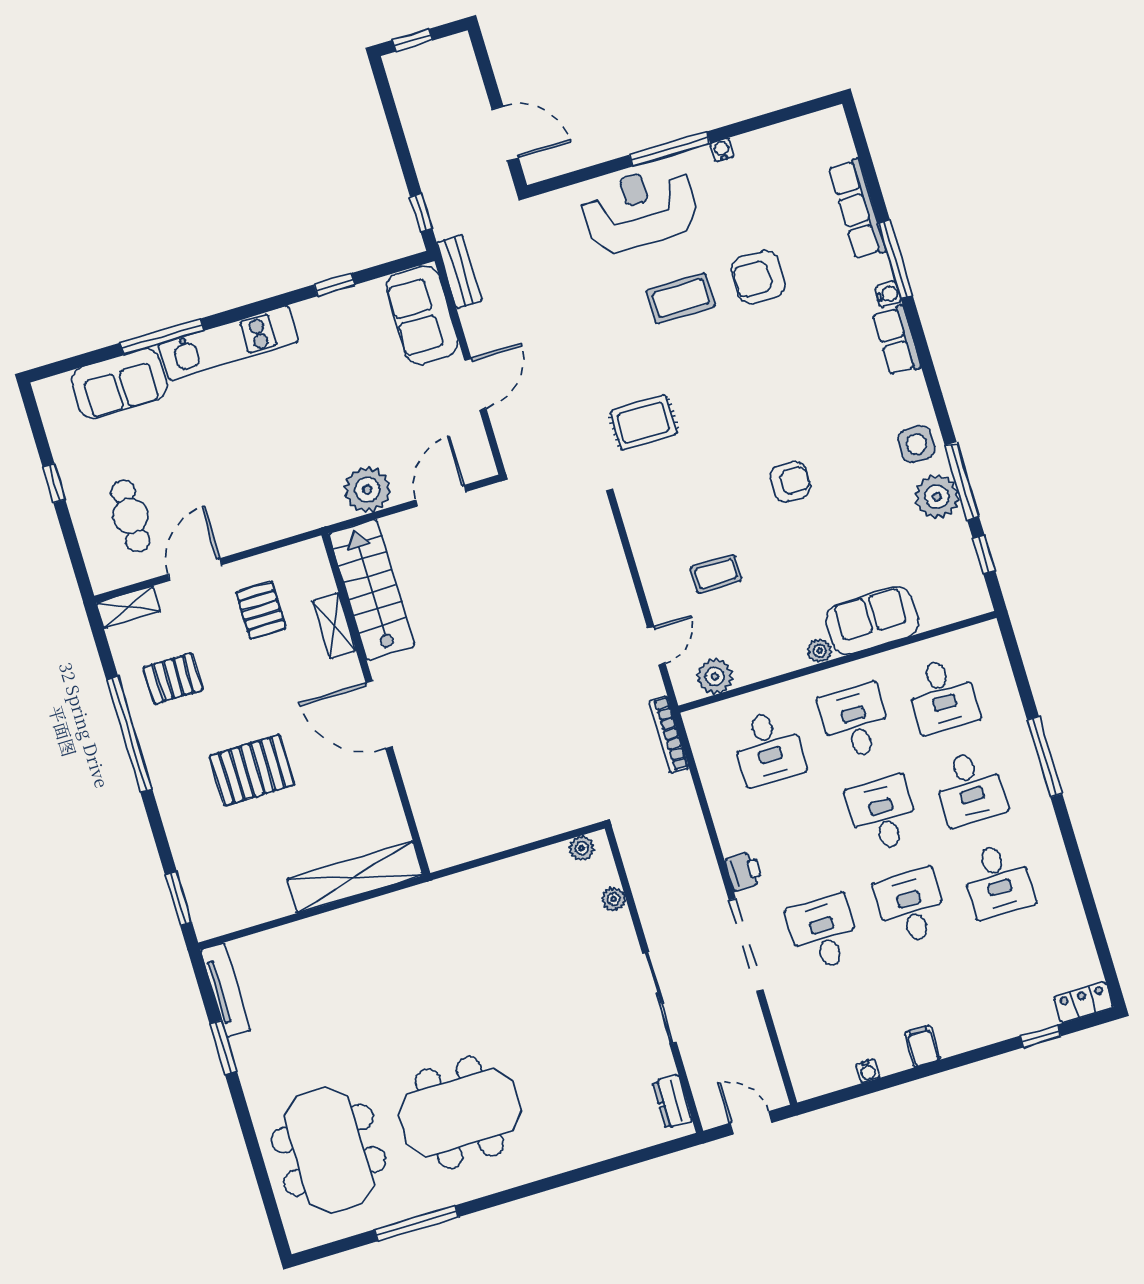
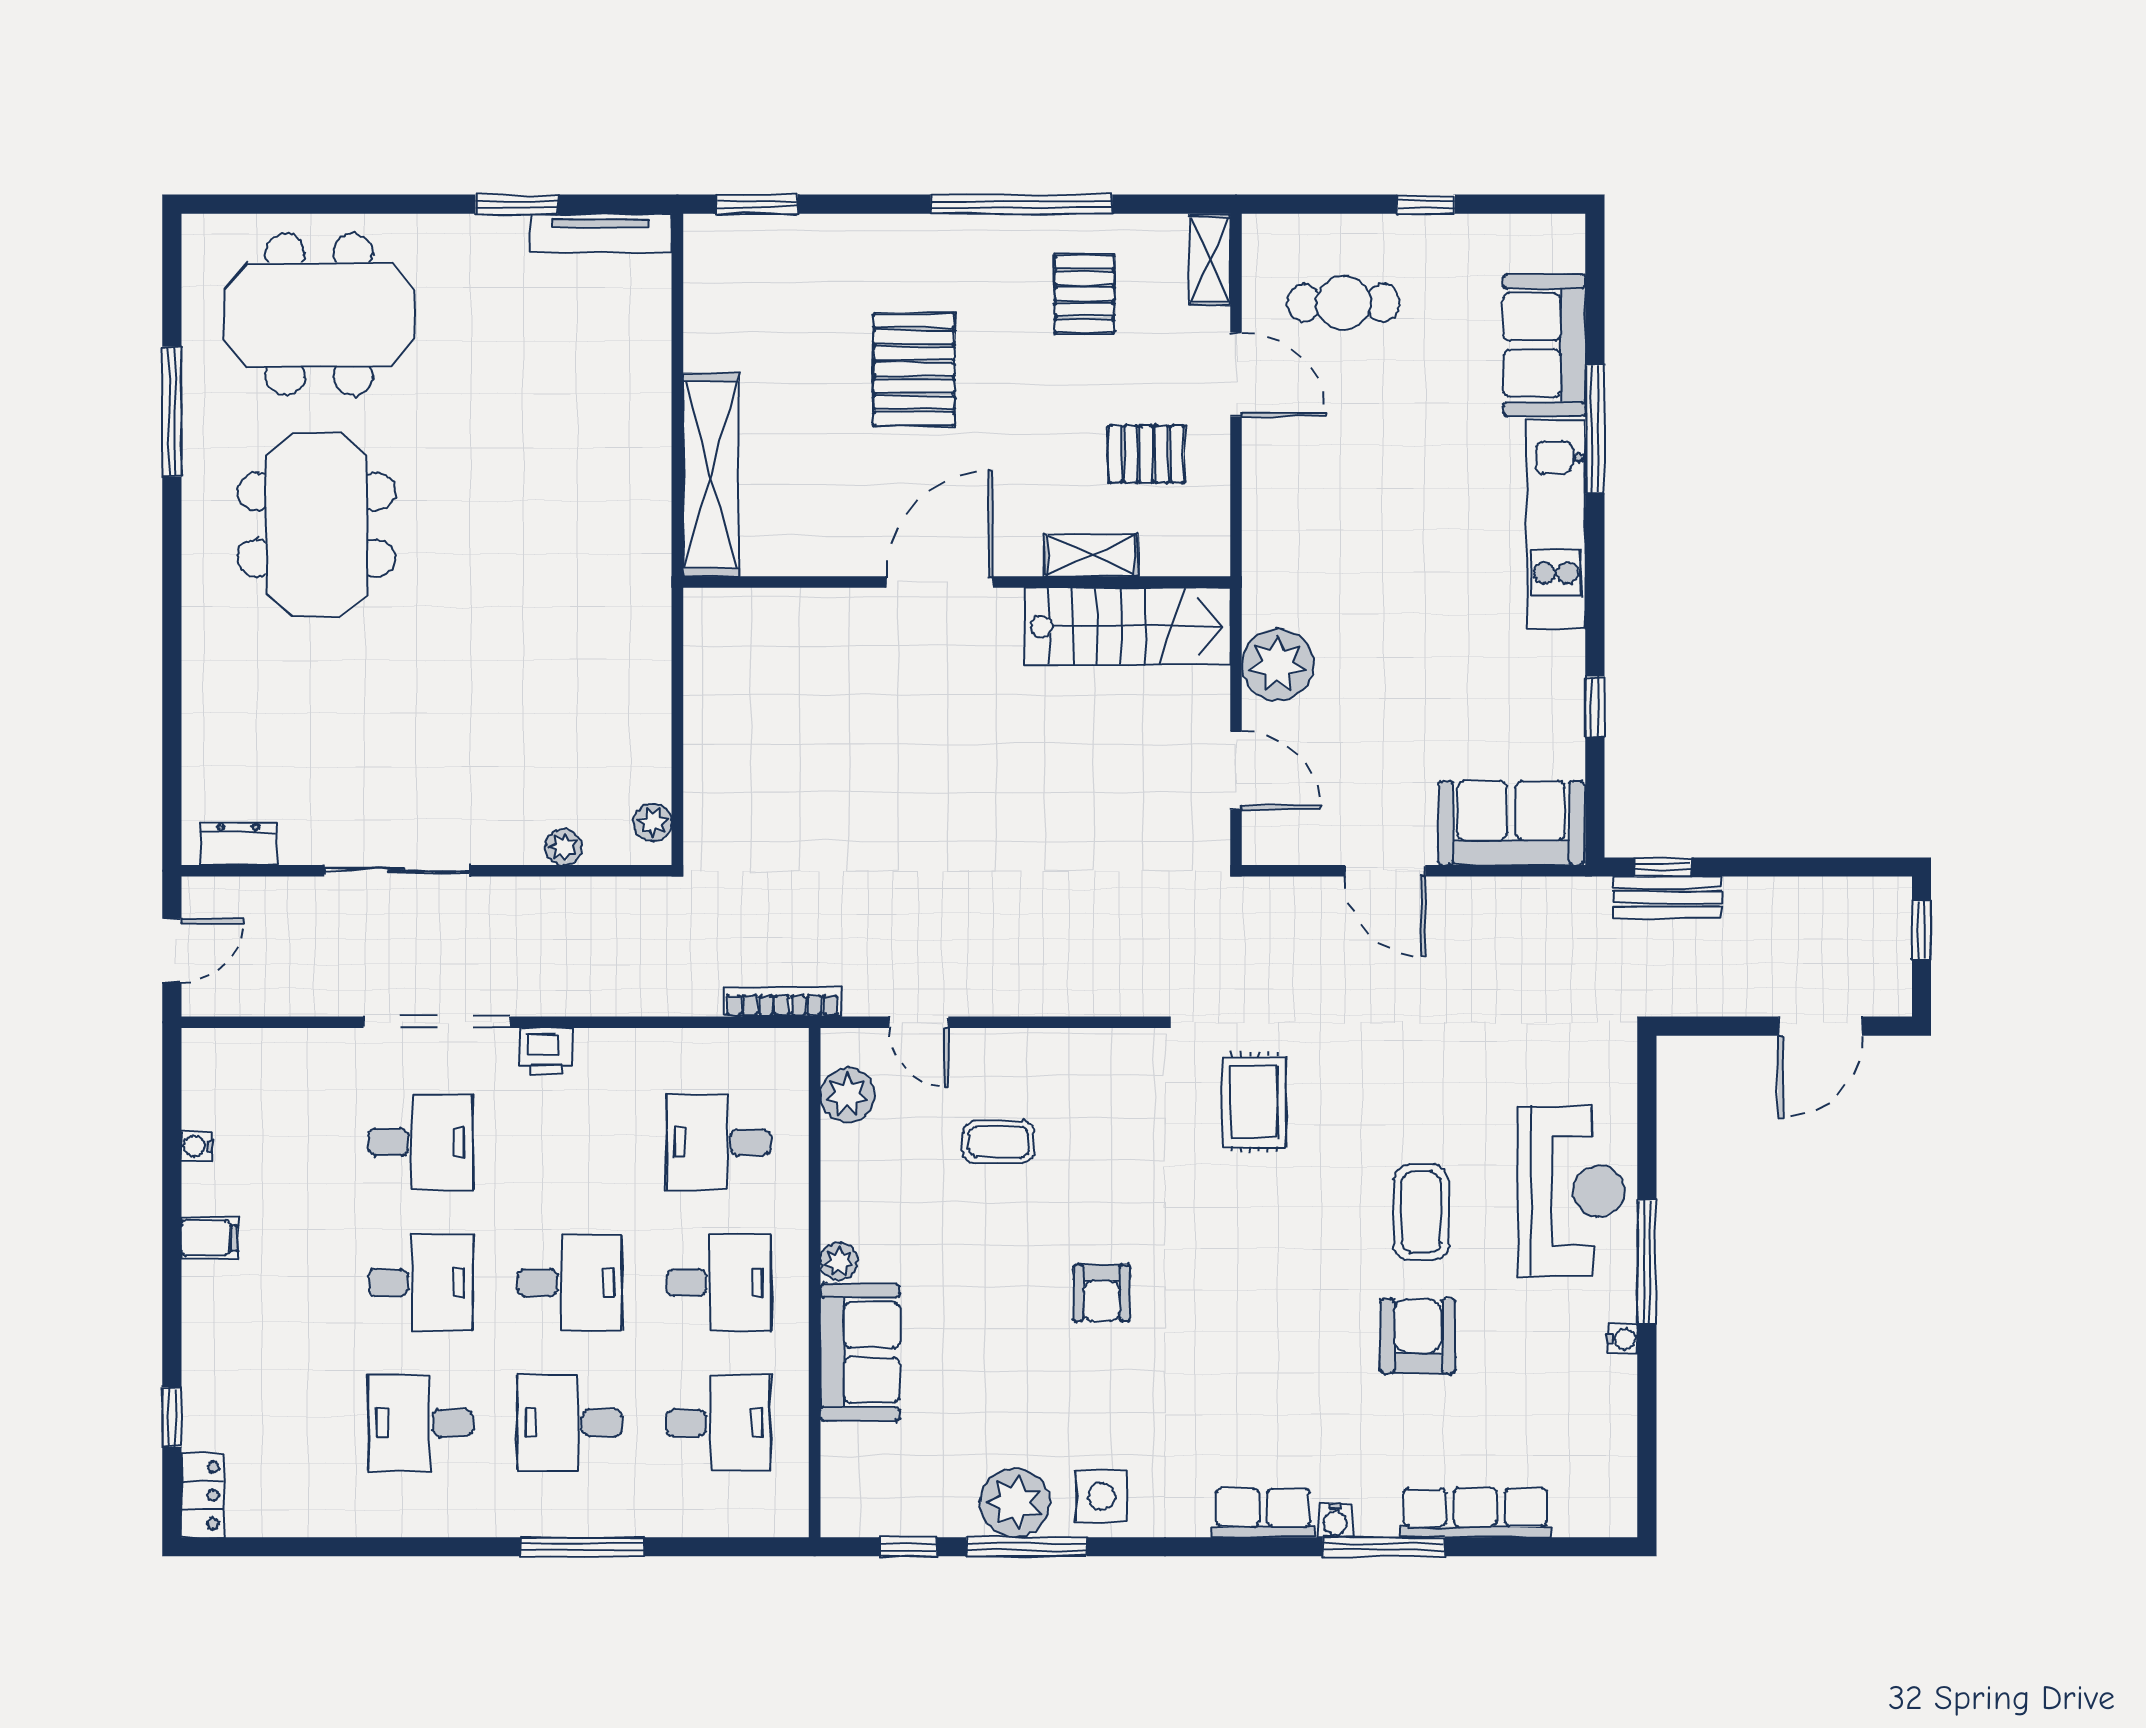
door: (505, 134) -> (1820, 1026), moved
bench: (459, 272) -> (1667, 897), moved
coffee table: (716, 574) -> (999, 1142), turned 90
desk: (942, 696) -> (718, 1423), turned 180

